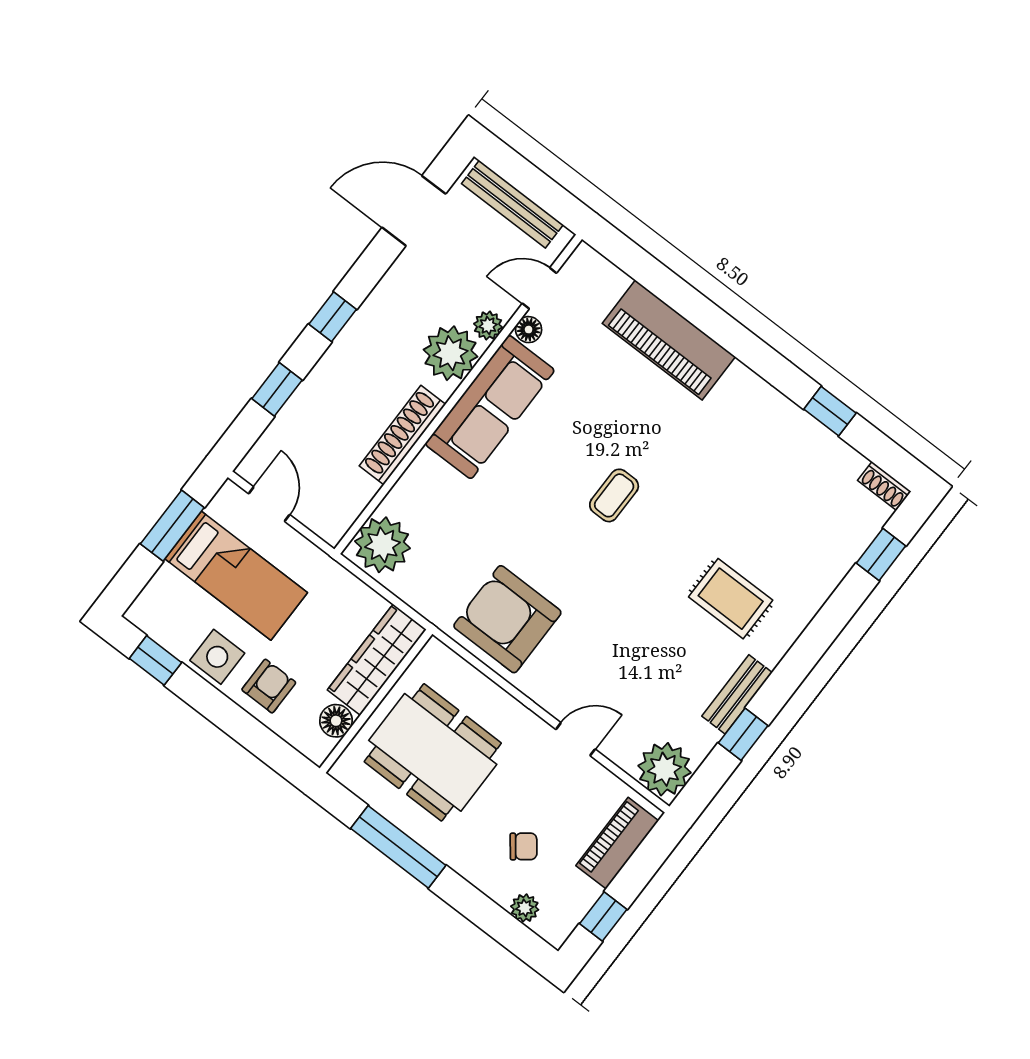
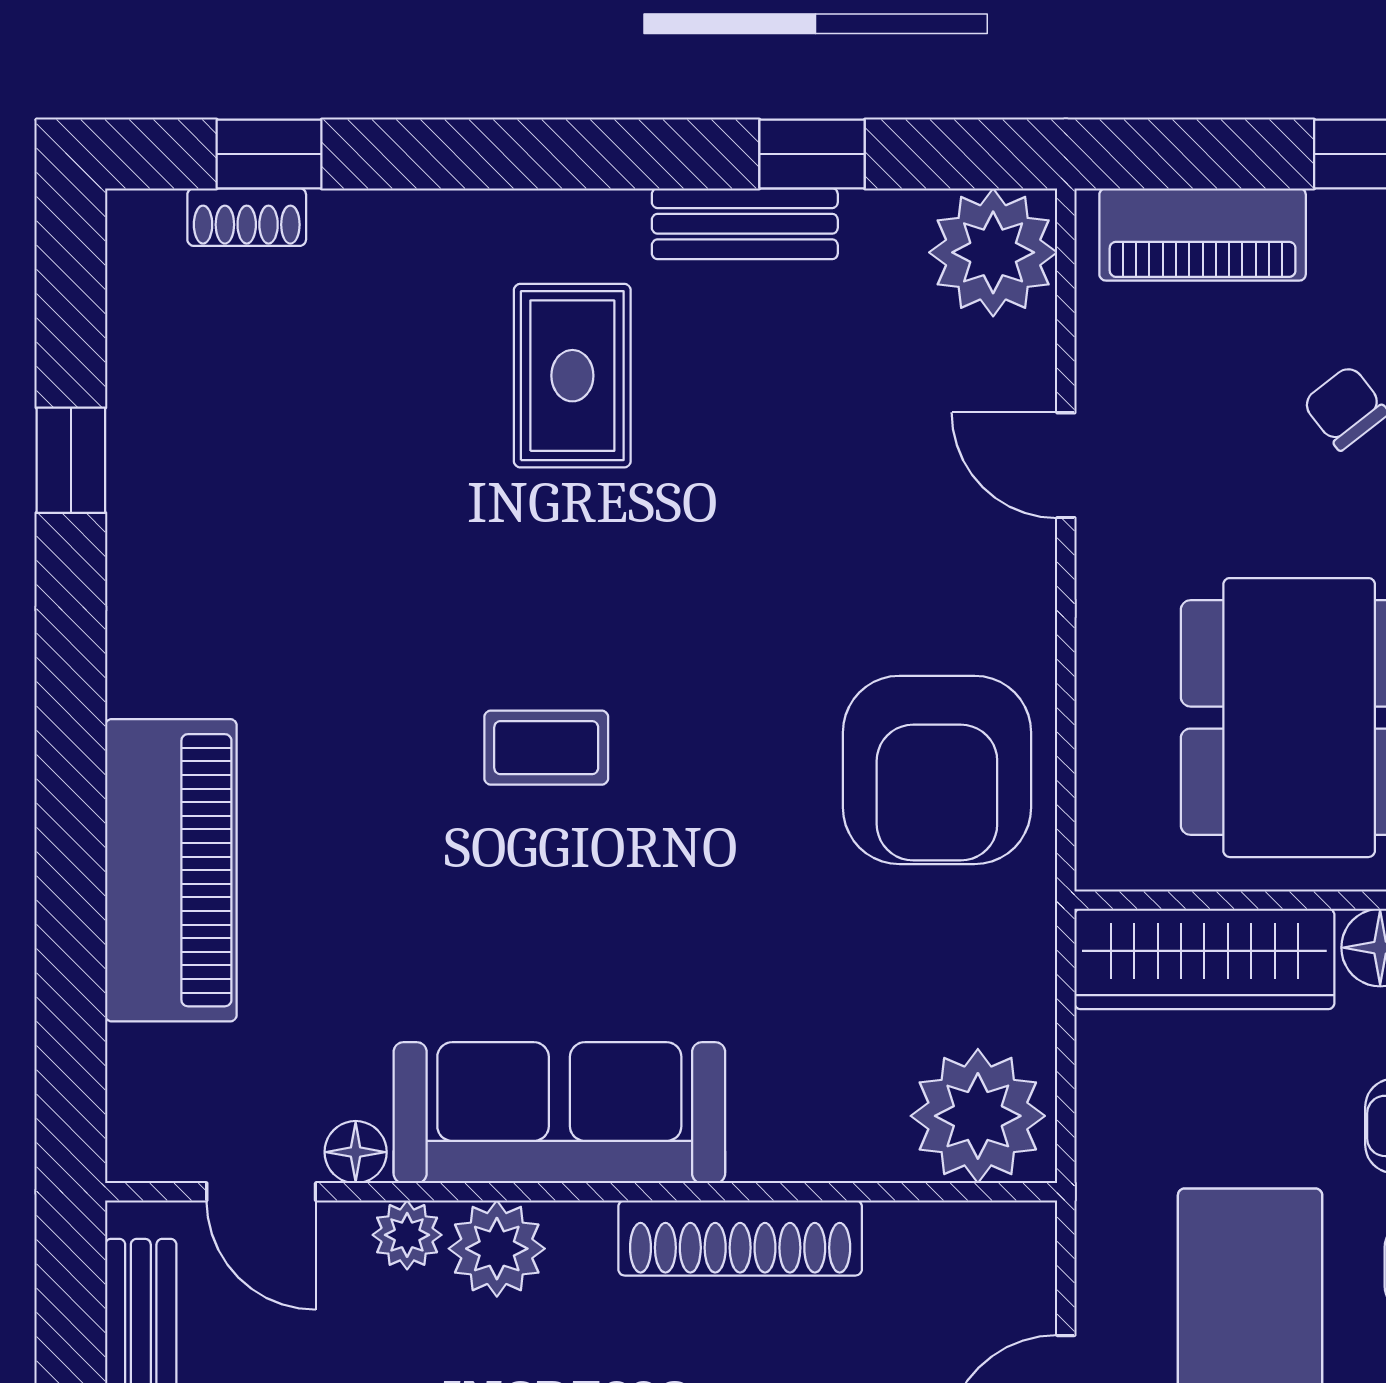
plant: (451, 353) -> (497, 1249), width x0.73, depth x0.73
shoe rack: (884, 486) -> (247, 217), moved, turned 90

